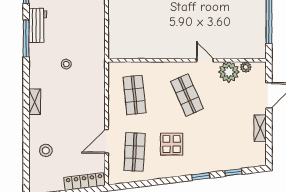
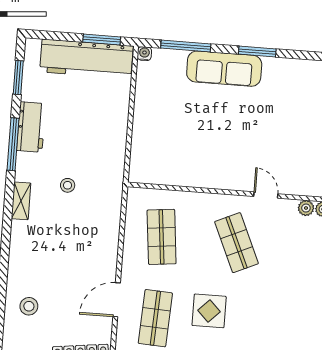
plant: (229, 72) -> (306, 208), width x0.53, depth x0.53
shelving: (35, 102) -> (21, 201), moved

